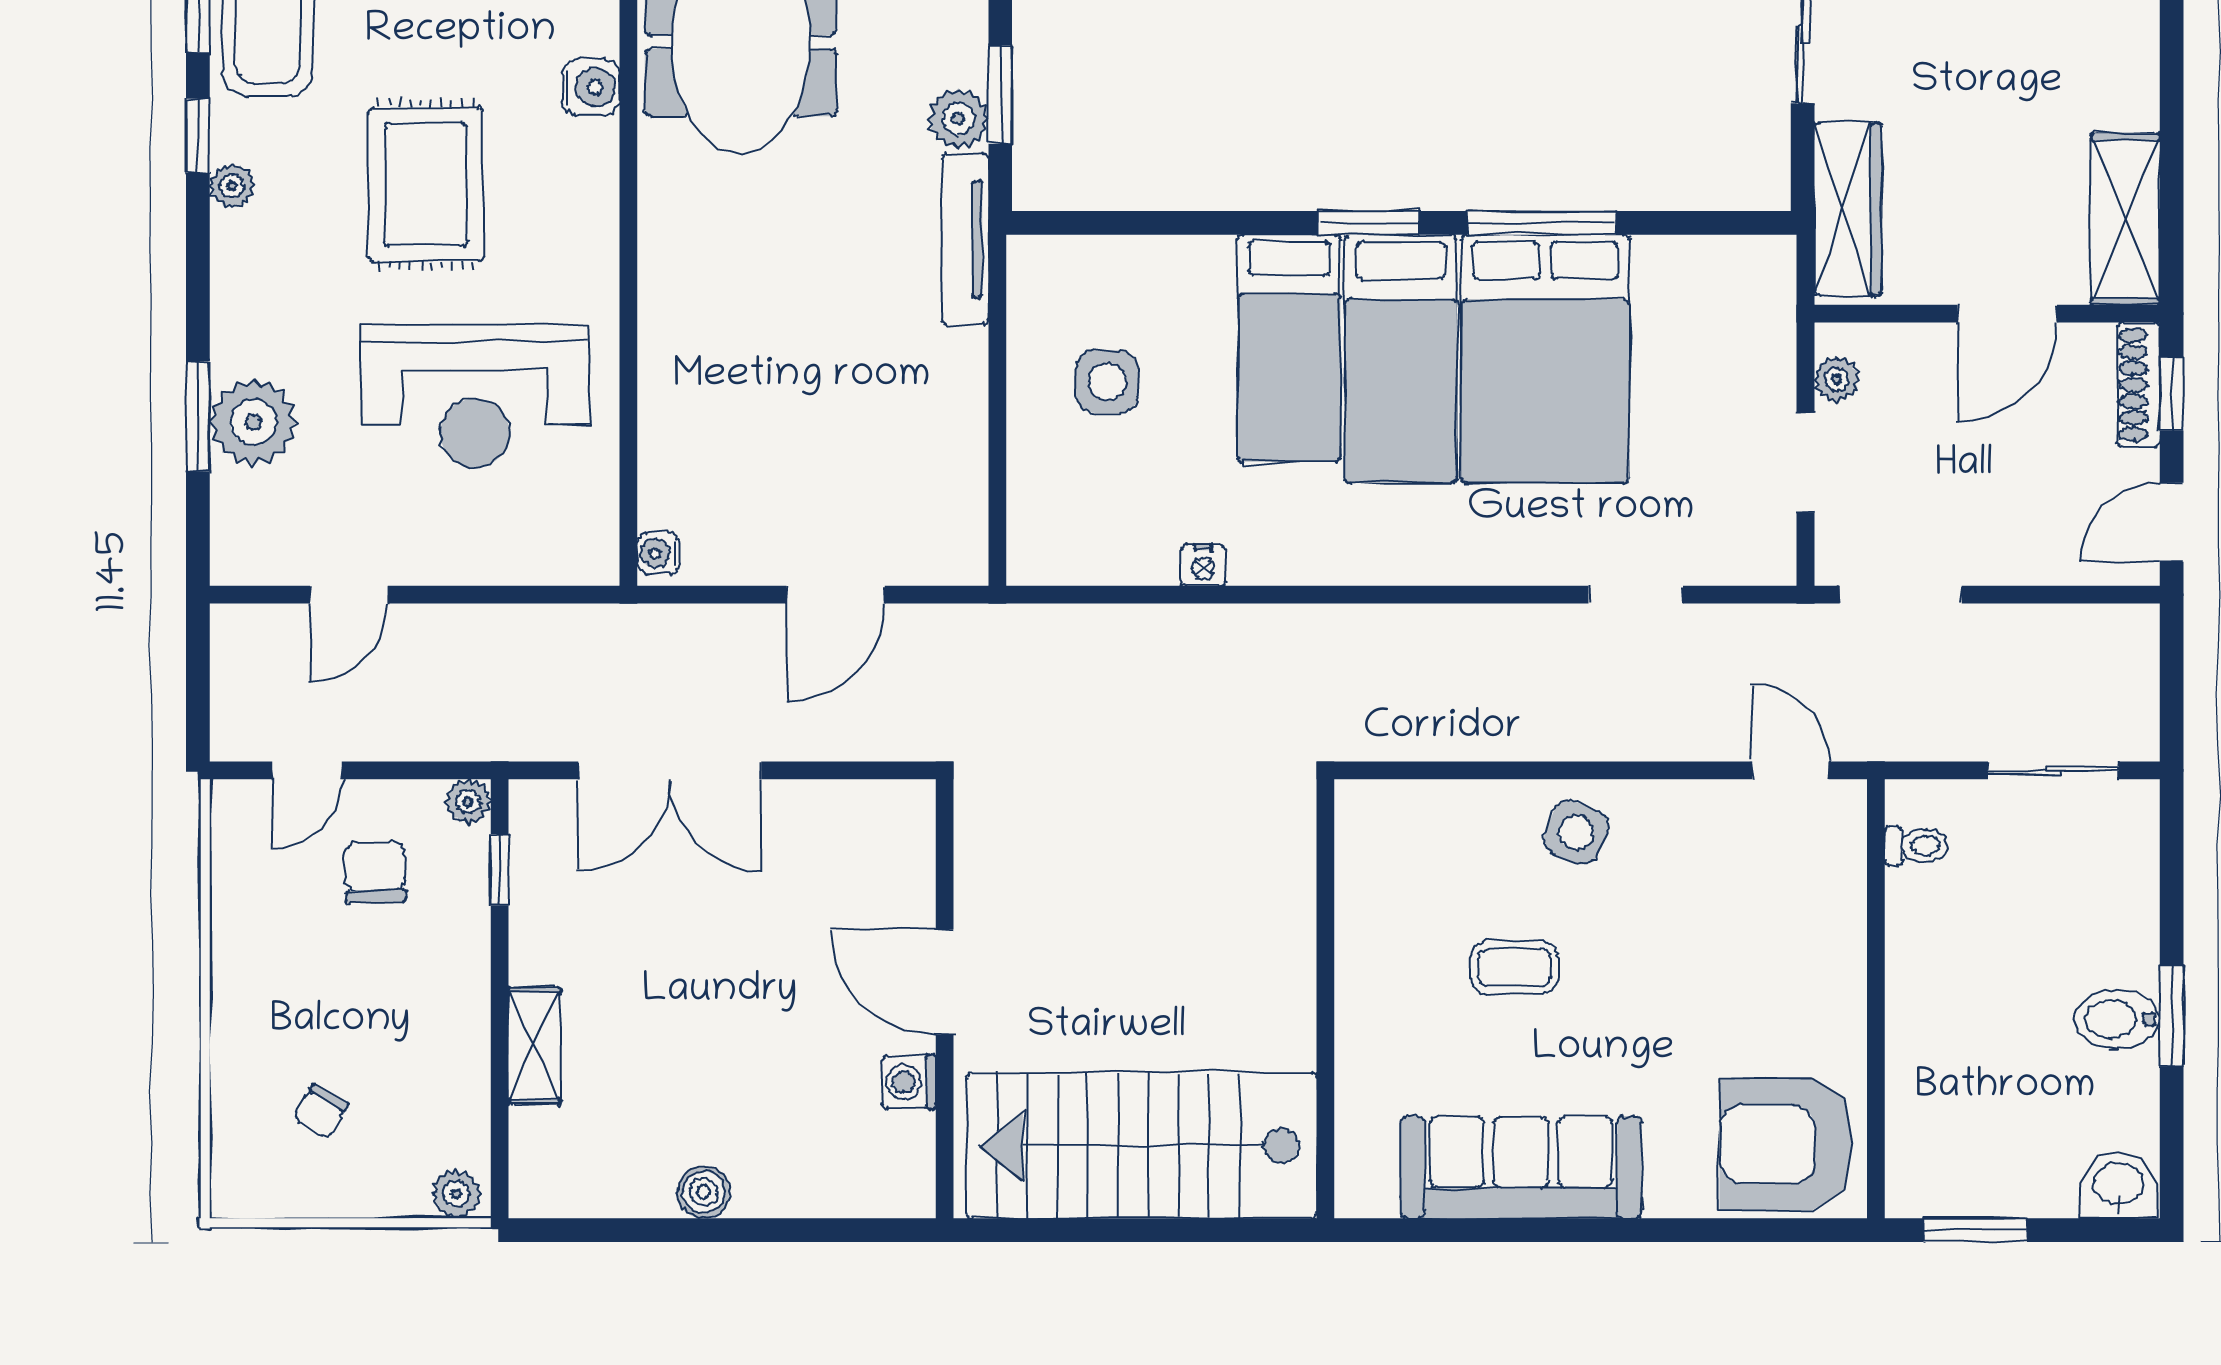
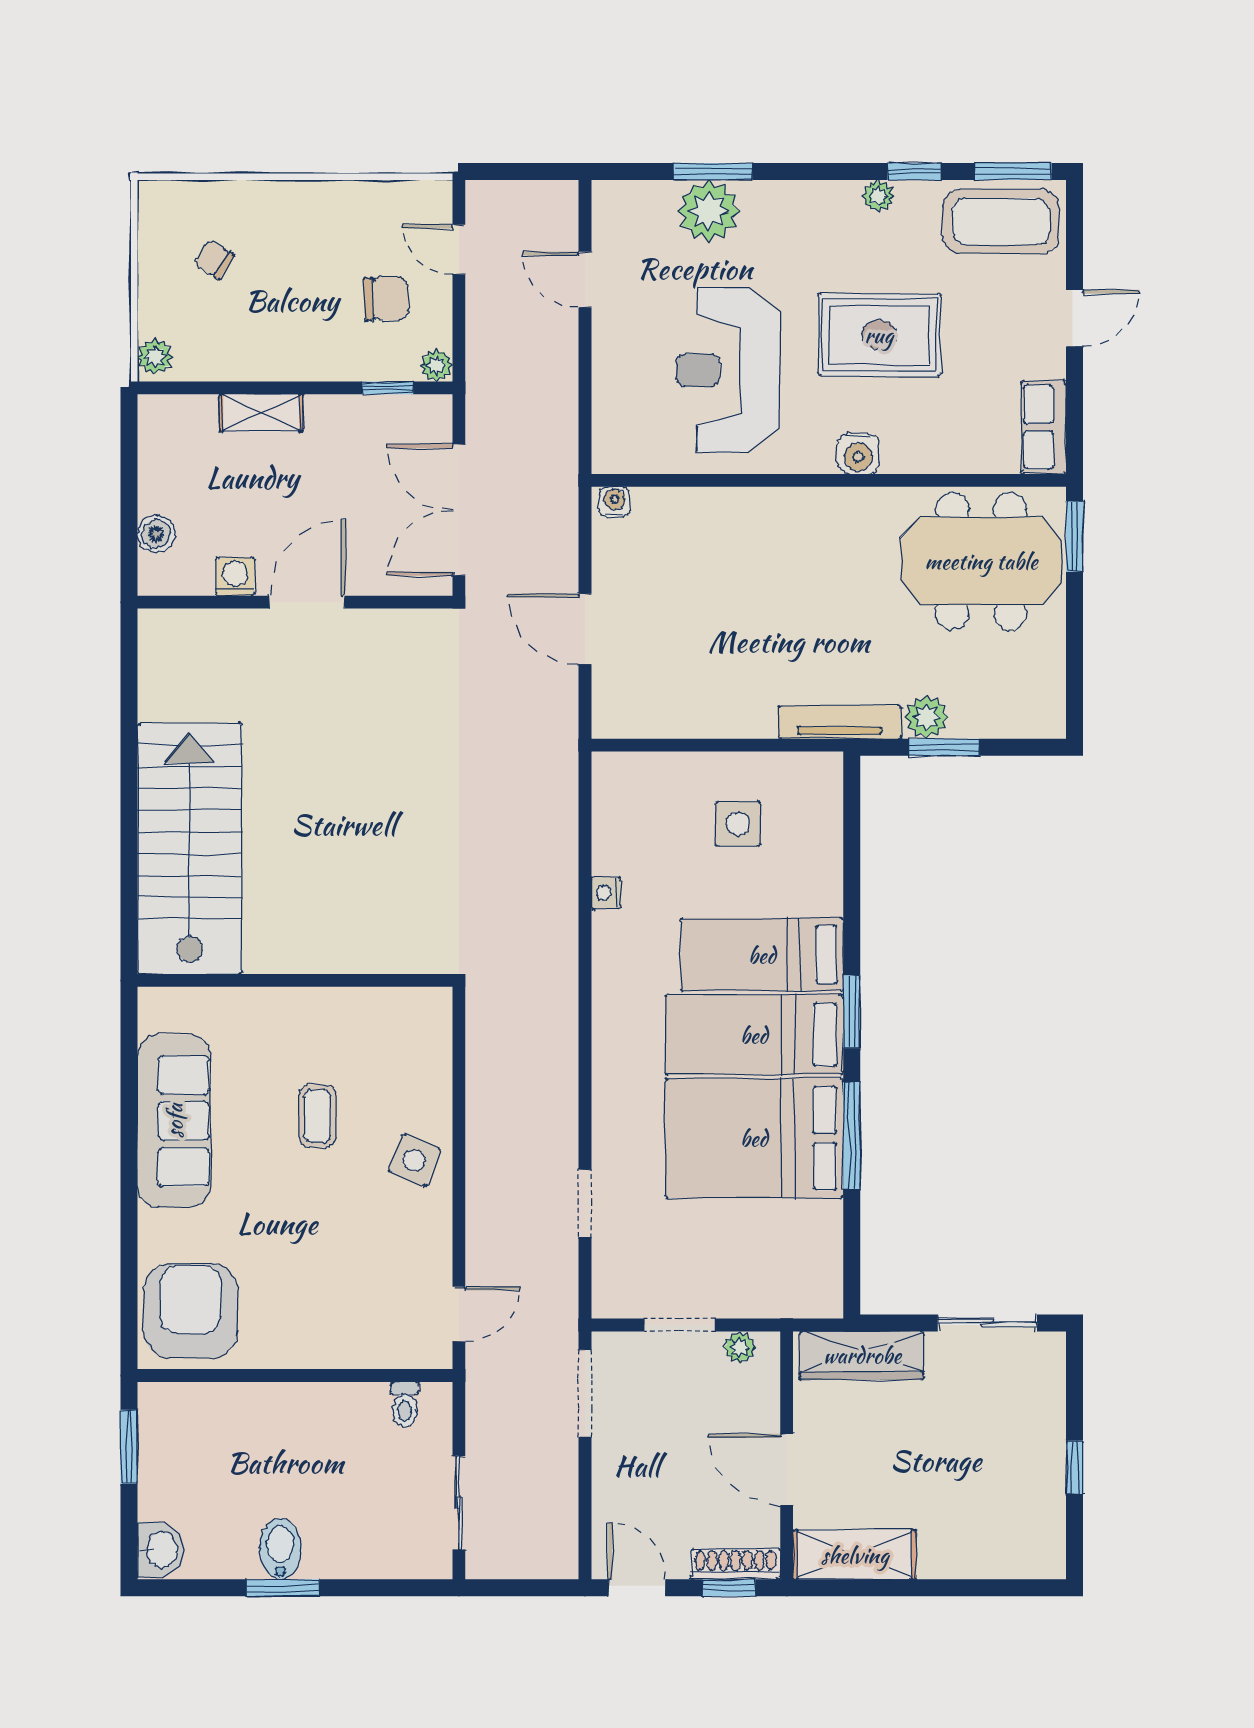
water cooler: (591, 87) -> (858, 454), moved
door: (945, 982) -> (307, 602), moved
wall: (945, 999) -> (295, 602), moved
washing machine: (909, 1082) -> (235, 577), moved

